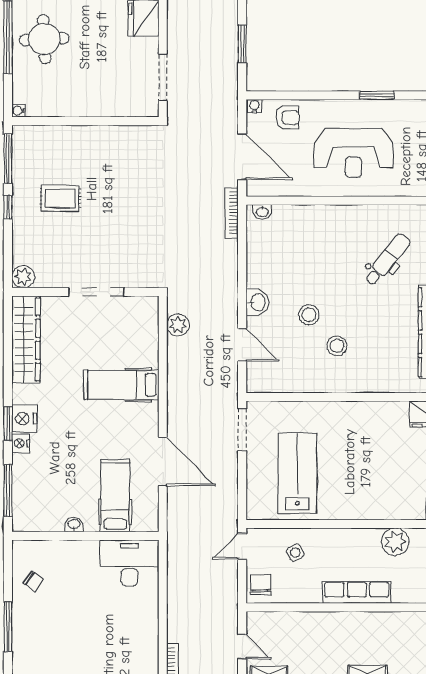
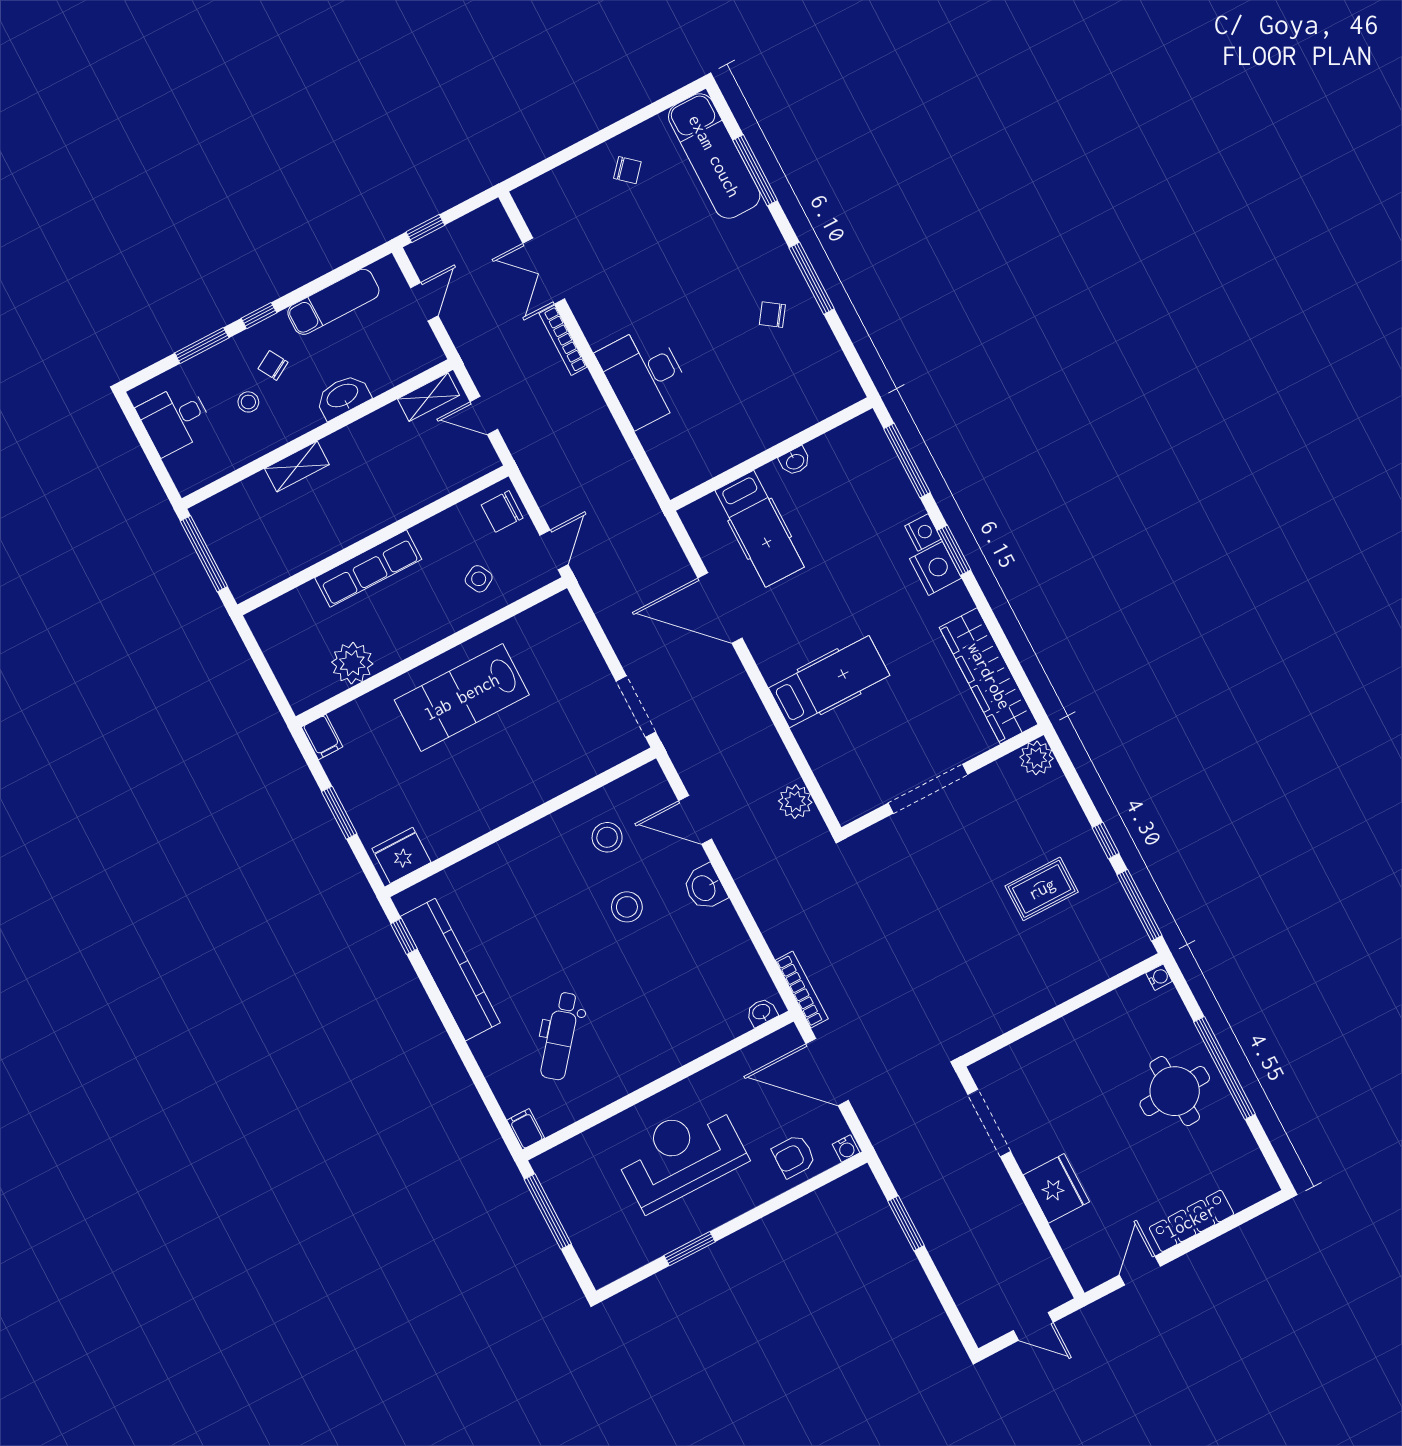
stool: (337, 346) -> (607, 837), moved
lab bench: (297, 473) -> (462, 697), moved, turned 90
desk: (130, 563) -> (645, 376), moved, turned 90
chair: (33, 581) -> (772, 315), moved
chair: (261, 585) -> (502, 511), turned 90

